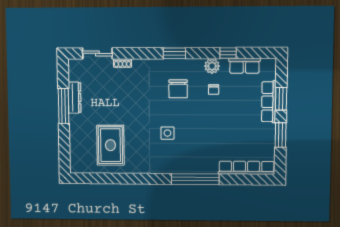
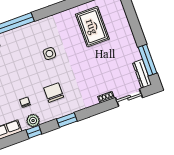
window: (228, 53) -> (34, 132), moved
dresser: (75, 98) -> (142, 74), moved
window: (64, 106) -> (147, 60), moved

